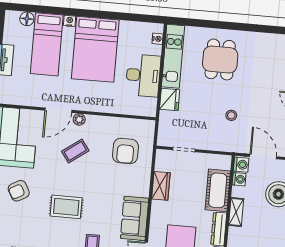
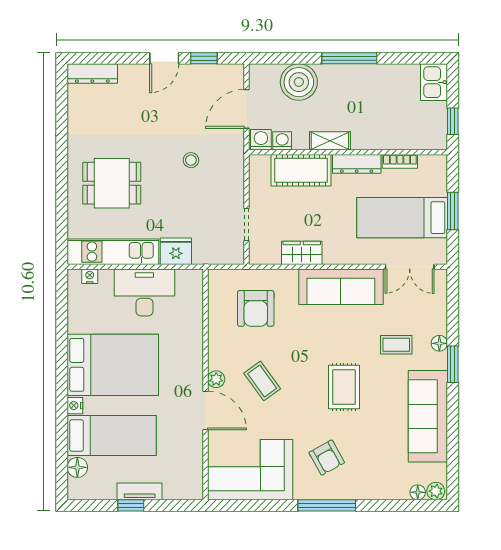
armchair: (125, 151) -> (256, 308), turned 90
sofa: (135, 218) -> (341, 287), width x1.36

